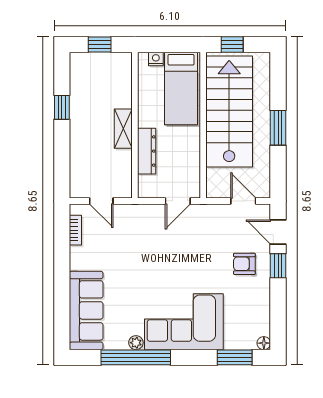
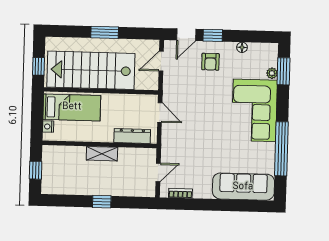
window: (62, 107) -> (102, 202), moved
dresser: (147, 151) -> (132, 136), moved
plant: (136, 343) -> (272, 73), moved
floor lamp: (264, 343) -> (242, 47), moved

